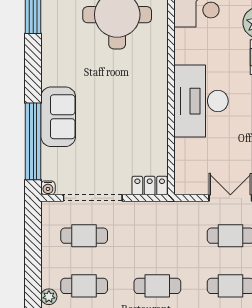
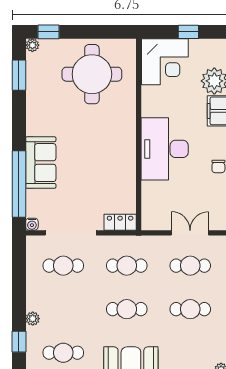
cafe table: (84, 286) -> (127, 266), moved

